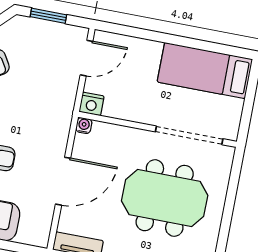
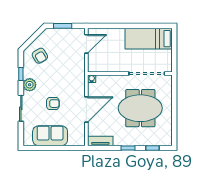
nightstand: (92, 104) -> (93, 67), removed

